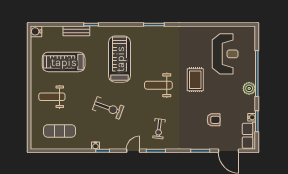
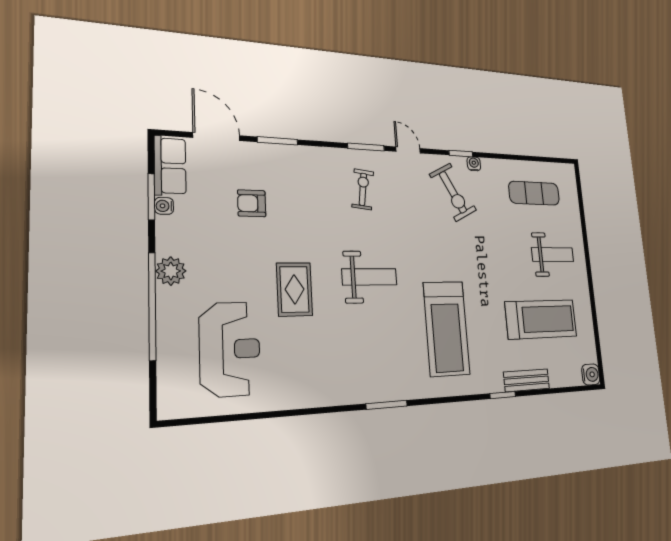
reception desk: (225, 54) -> (230, 349), turned 180
exercise bike: (108, 108) -> (453, 192), moved, turned -138
door: (133, 151) -> (408, 150), swing flipped

